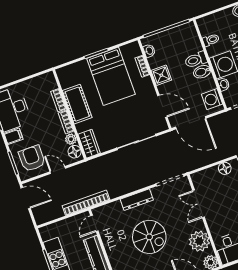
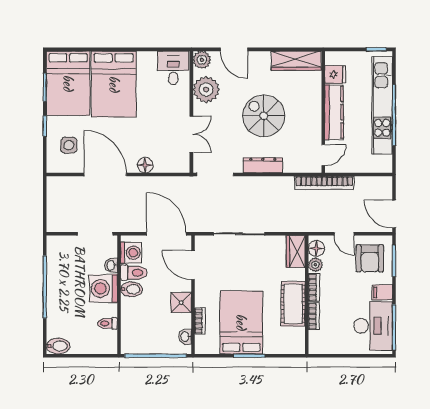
toilet: (196, 60) -> (134, 273), moved

